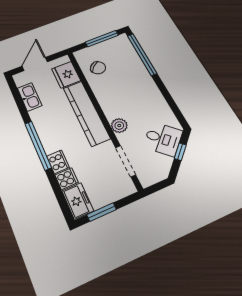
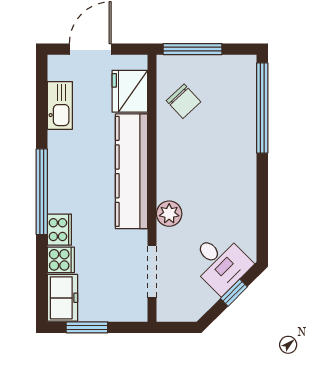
window: (102, 39) -> (193, 49), moved

